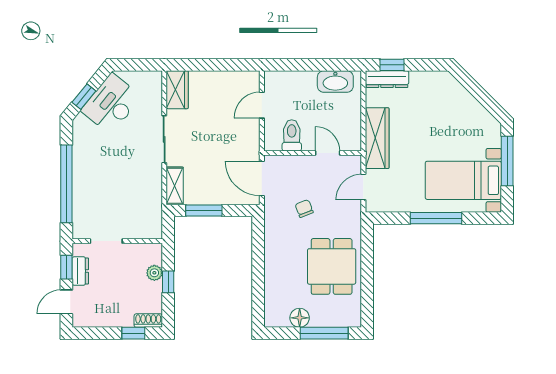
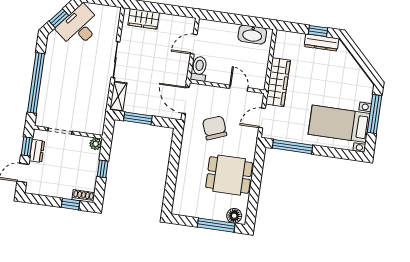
window: (392, 65) -> (318, 31), moved
dresser: (387, 79) -> (321, 43), moved
wardrobe: (177, 90) -> (144, 19), moved, turned 90
toilet: (292, 135) -> (199, 69), moved
chair: (304, 208) -> (215, 128), width x1.87, depth x1.87
window: (436, 218) -> (293, 147), moved
dining table: (332, 266) -> (229, 175), turned 90
plant: (154, 273) -> (96, 144), moved
floor lamp: (300, 318) -> (234, 216), moved

